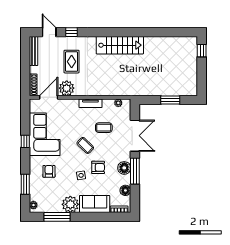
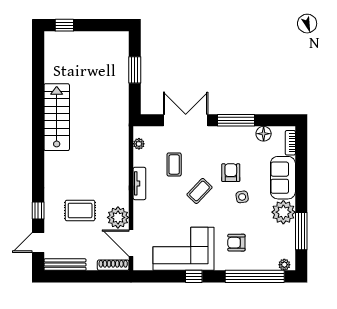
stairs: (120, 45) -> (57, 117), moved
floor lamp: (124, 168) -> (232, 135), removed
window: (25, 184) -> (255, 276), width x2.11

